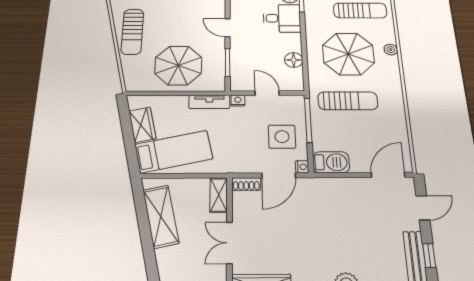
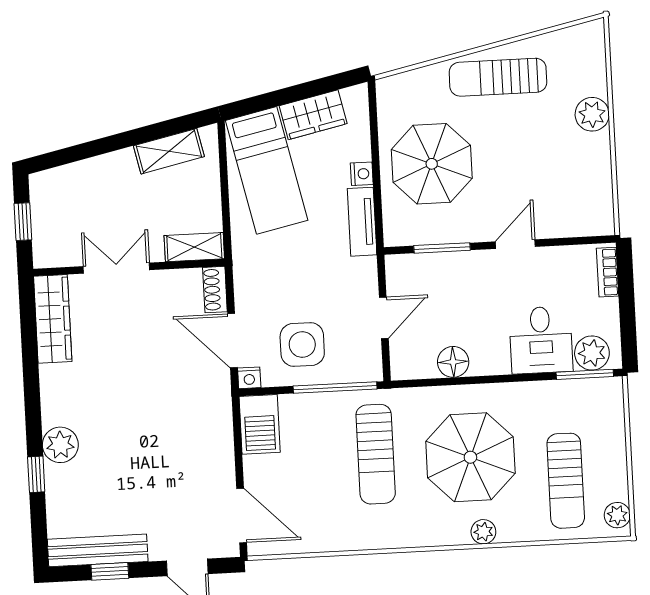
nightstand: (238, 101) -> (362, 174), moved
shelving: (161, 216) -> (169, 151), width x0.67, depth x0.75

